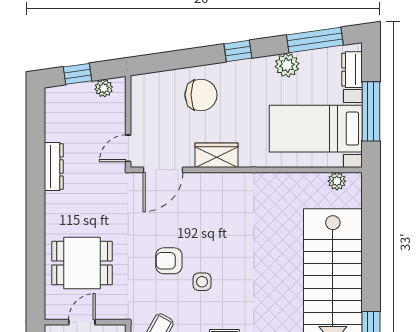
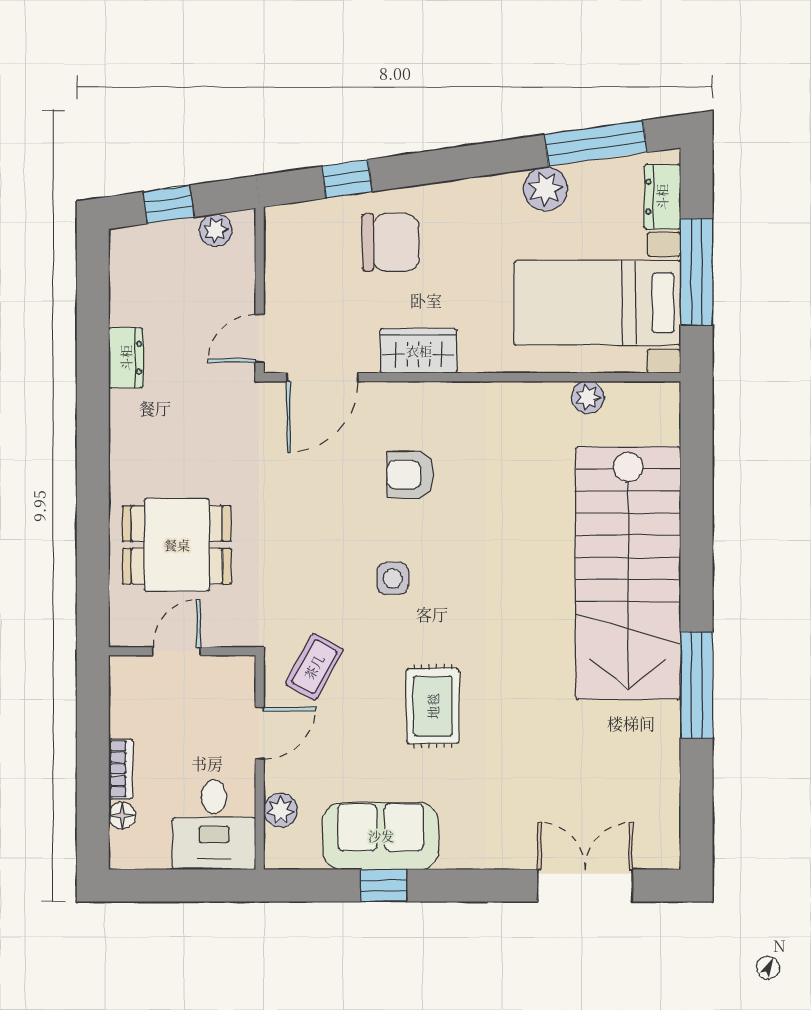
window: (238, 51) -> (347, 179), moved
dresser: (54, 166) -> (126, 358), width x0.70
plant: (337, 181) -> (588, 397), moved
armchair: (169, 261) -> (410, 475), moved

